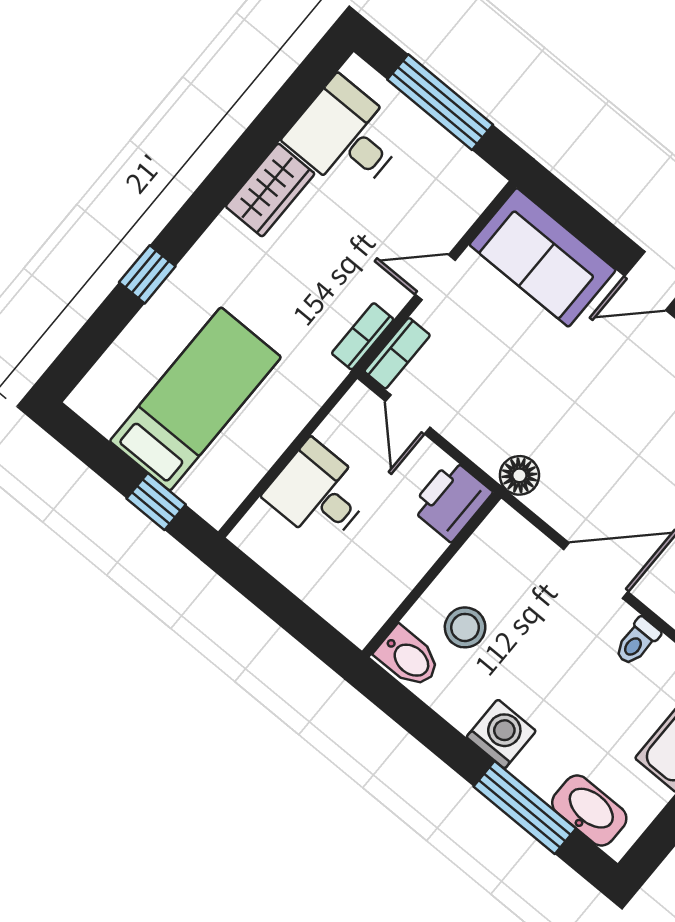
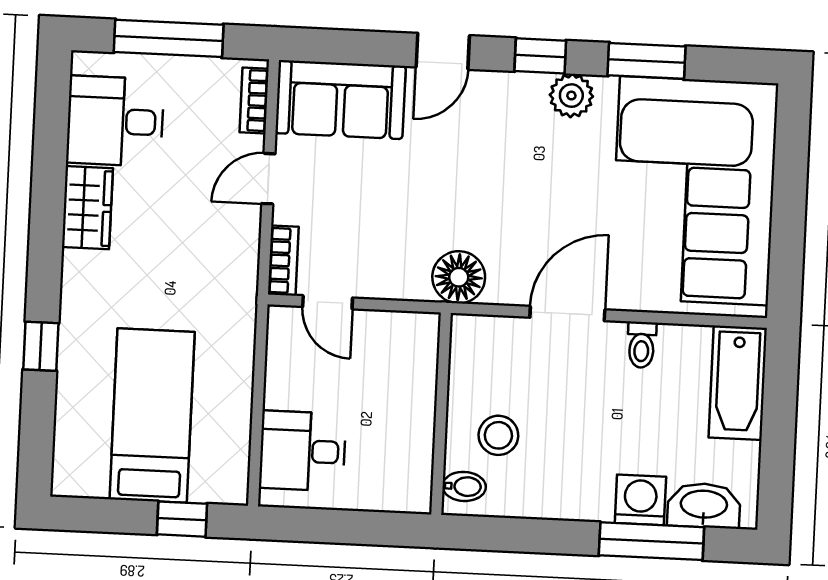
bookcase: (363, 336) -> (254, 100), moved
floor lamp: (519, 475) -> (459, 277), width x1.38, depth x1.38
desk: (318, 493) -> (303, 451), moved
printer: (451, 500) -> (412, 344), removed
bidet: (408, 657) -> (464, 486), width x0.72, depth x0.74
washing machine: (501, 734) -> (640, 500), moved

